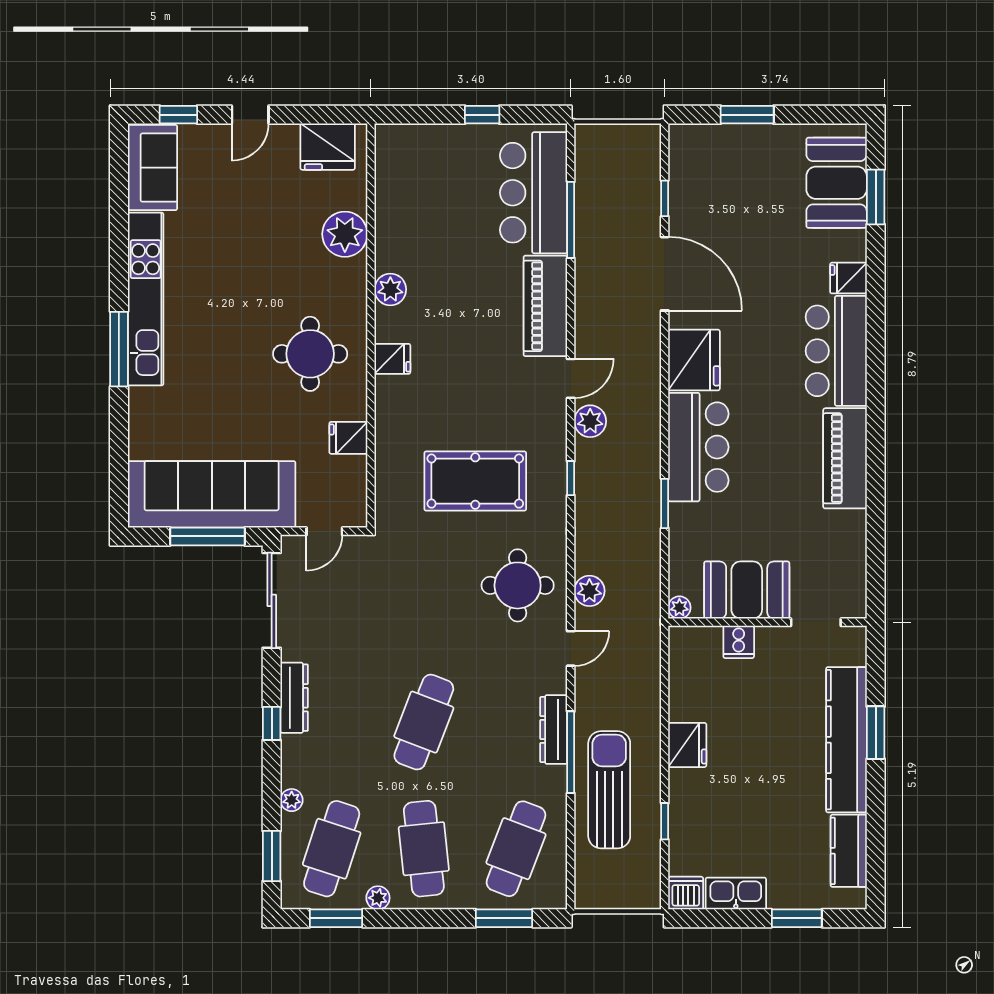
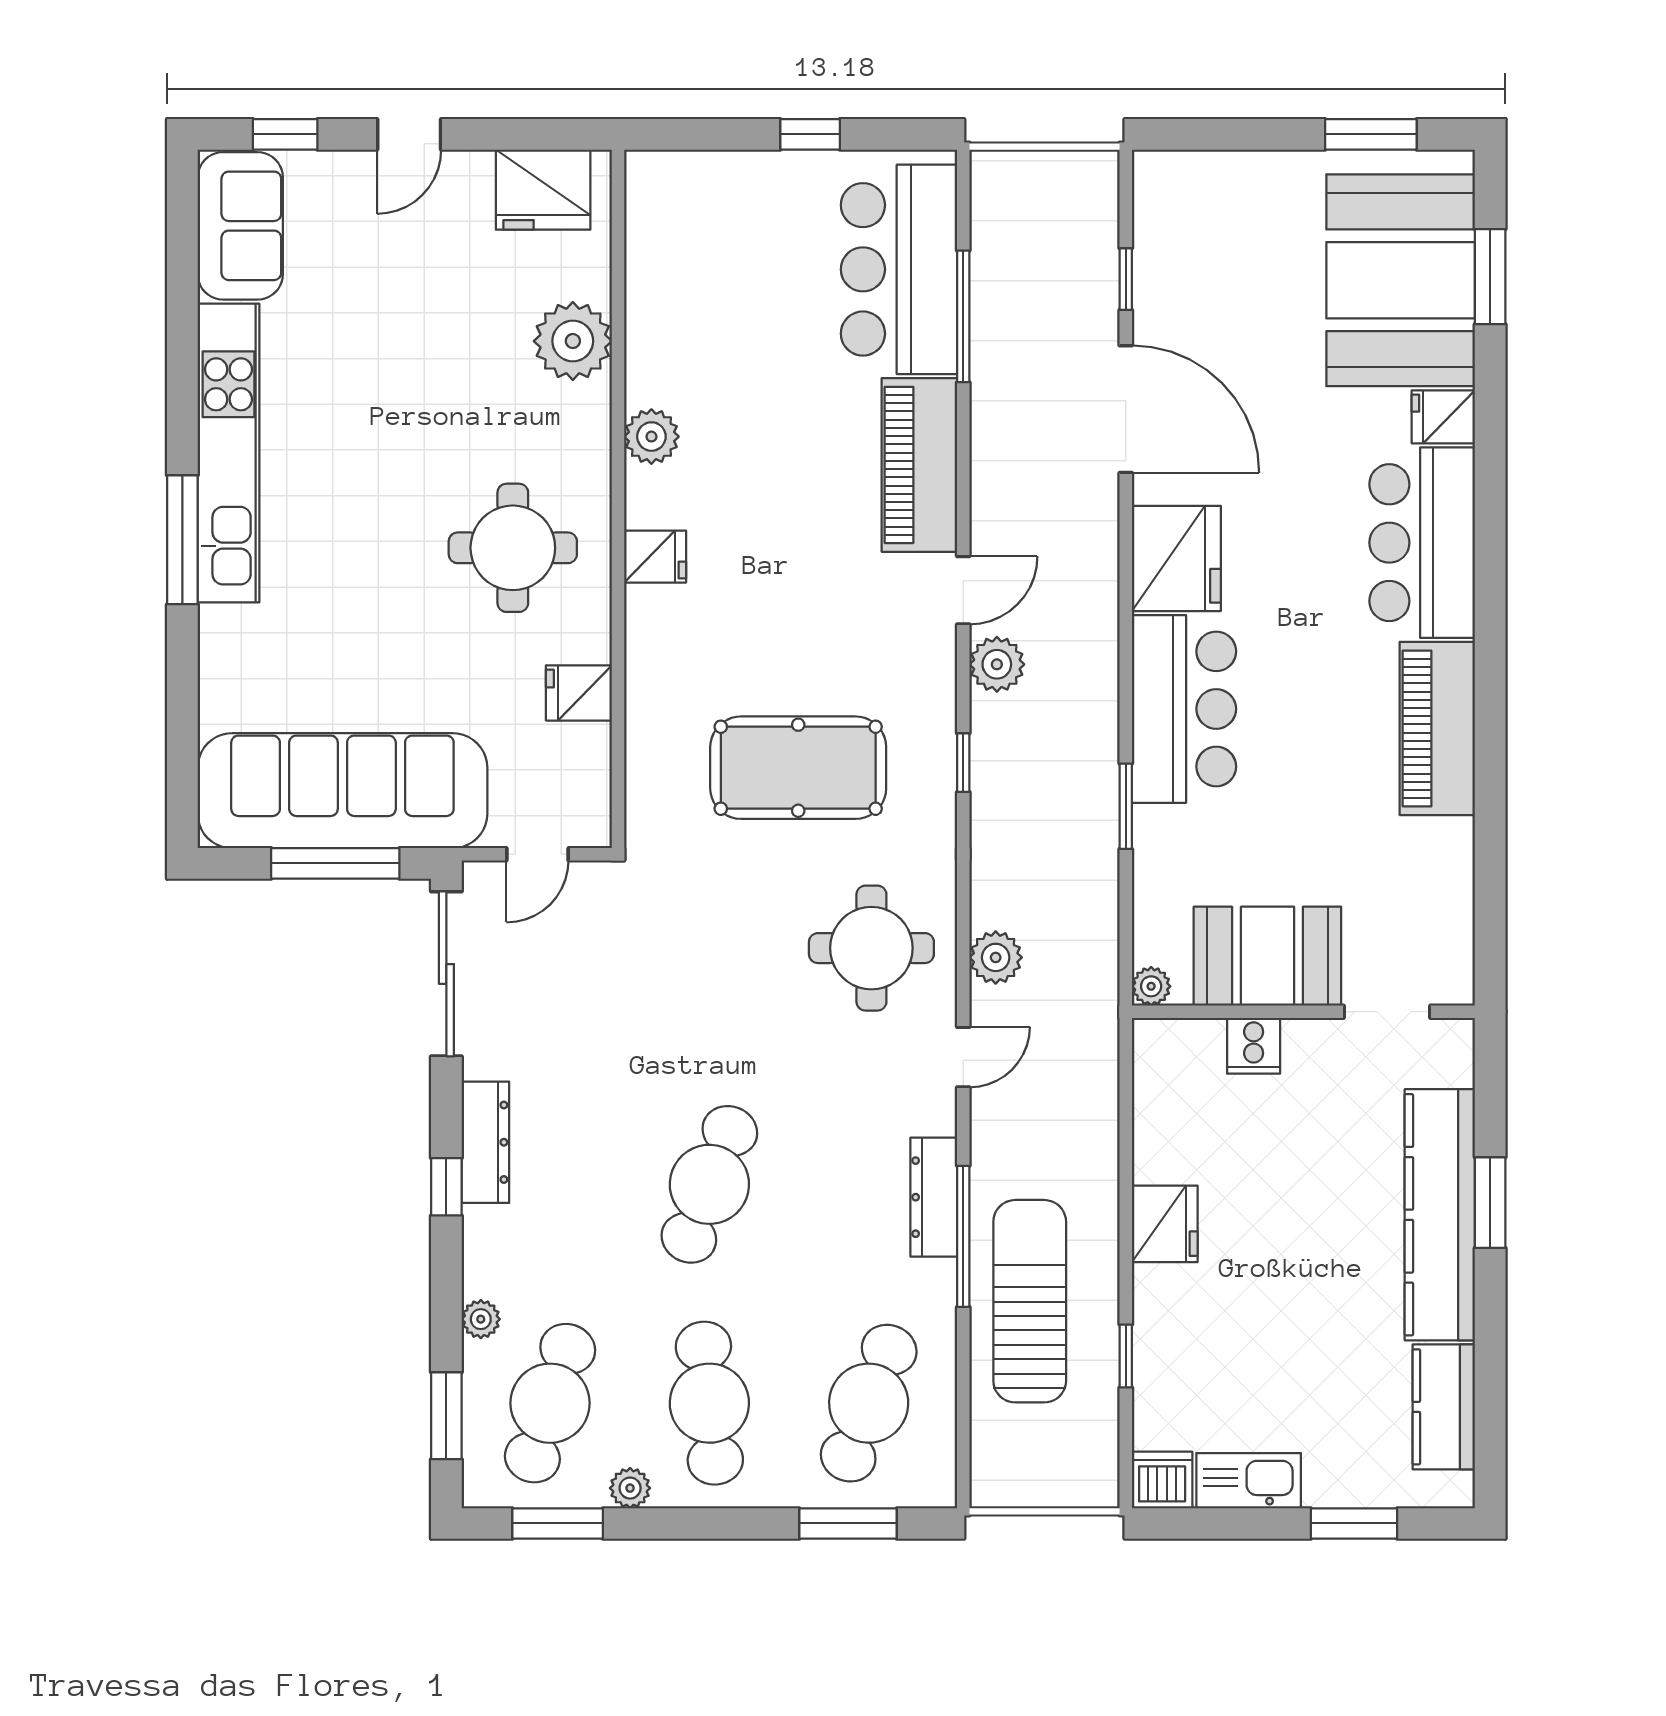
window: (747, 115) -> (1371, 134), moved
booth: (837, 183) -> (1401, 280), width x1.36, depth x1.42

